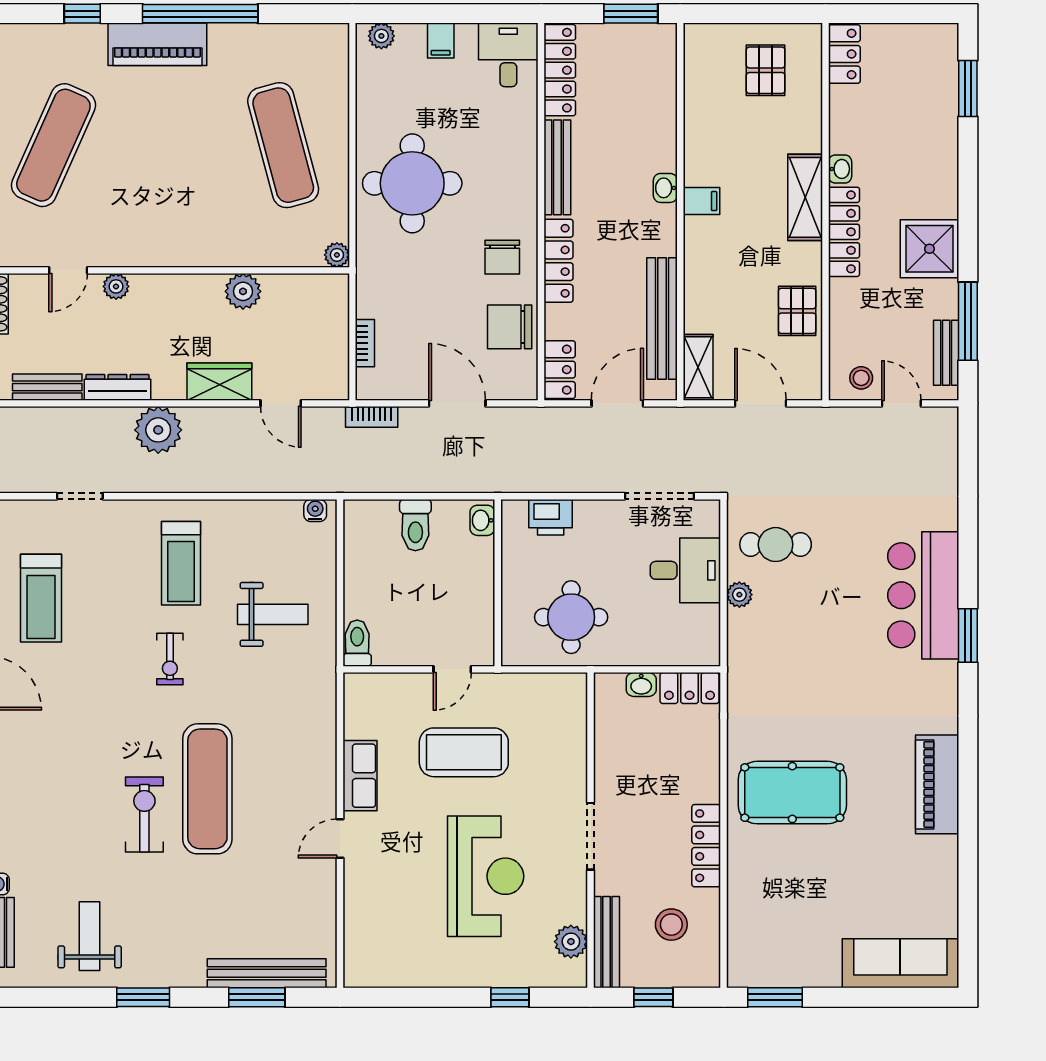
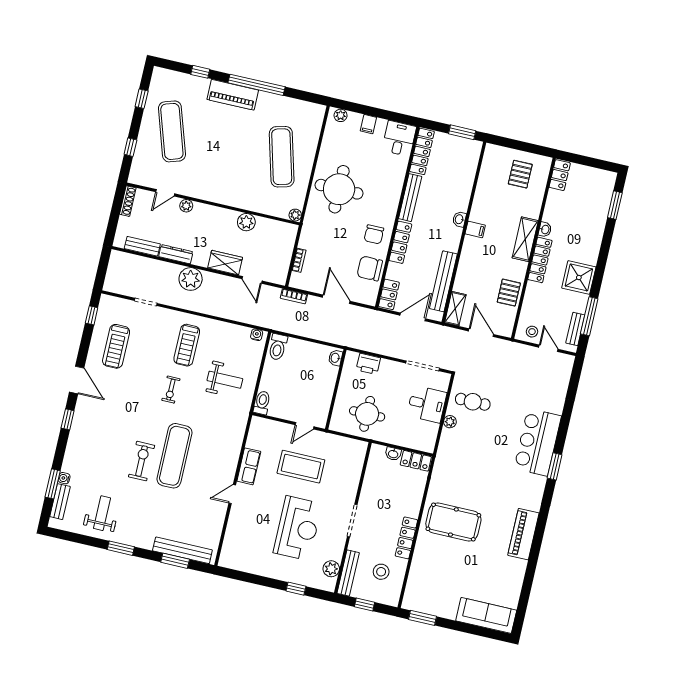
exercise mat: (53, 145) -> (172, 131), turned -42
toilet: (415, 525) -> (278, 347), moved

